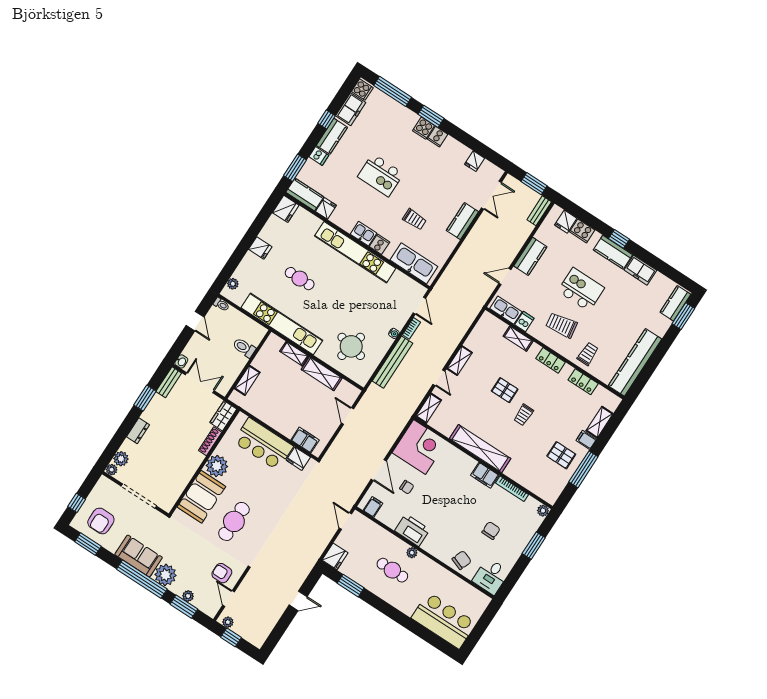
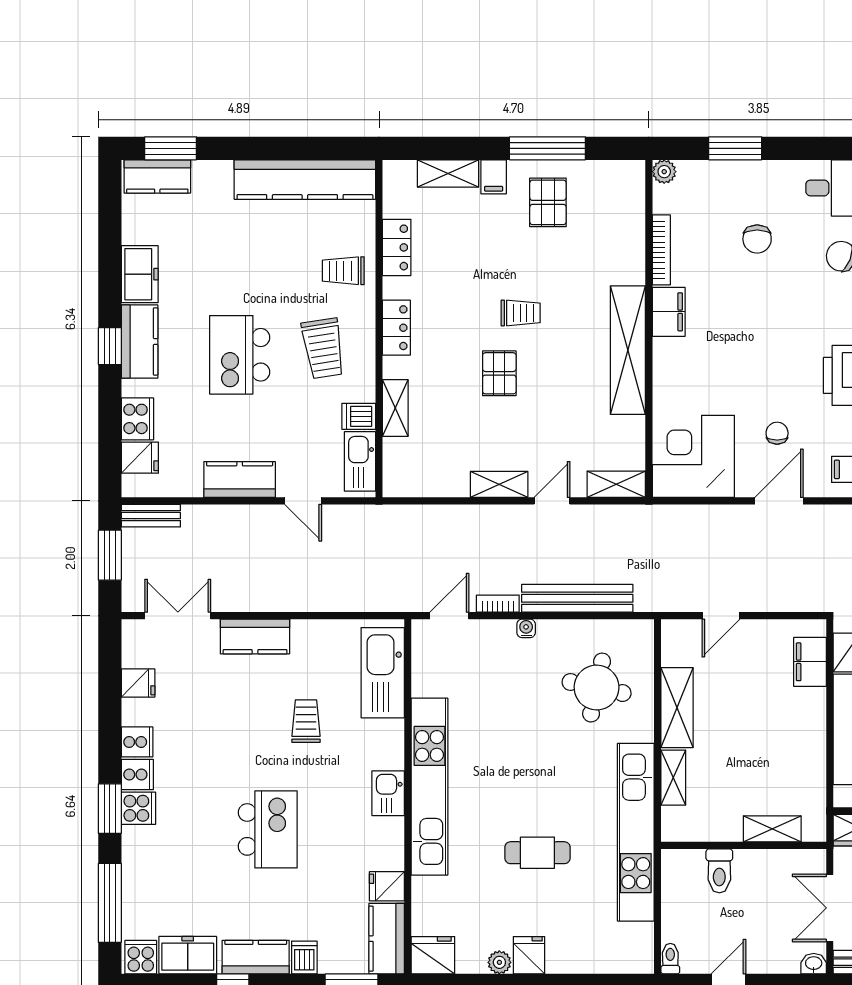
cooker: (379, 244) -> (137, 742), moved, turned 180
cafe table: (300, 279) -> (537, 853), turned 90
plant: (233, 284) -> (499, 962), moved
chair: (491, 531) -> (757, 239), turned -90

